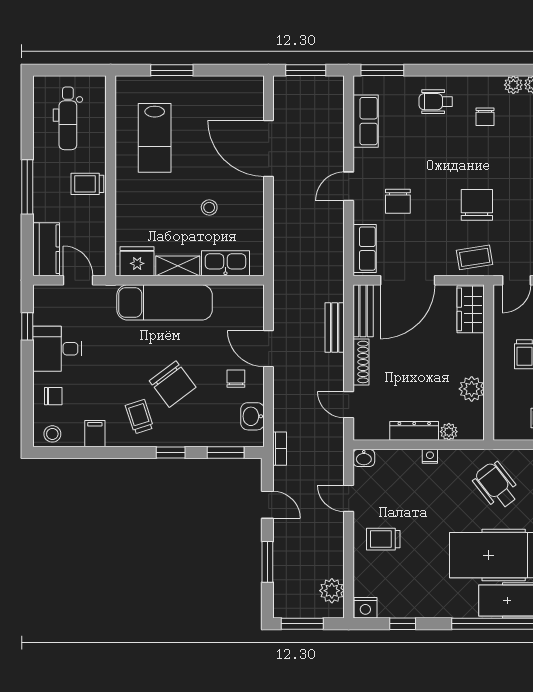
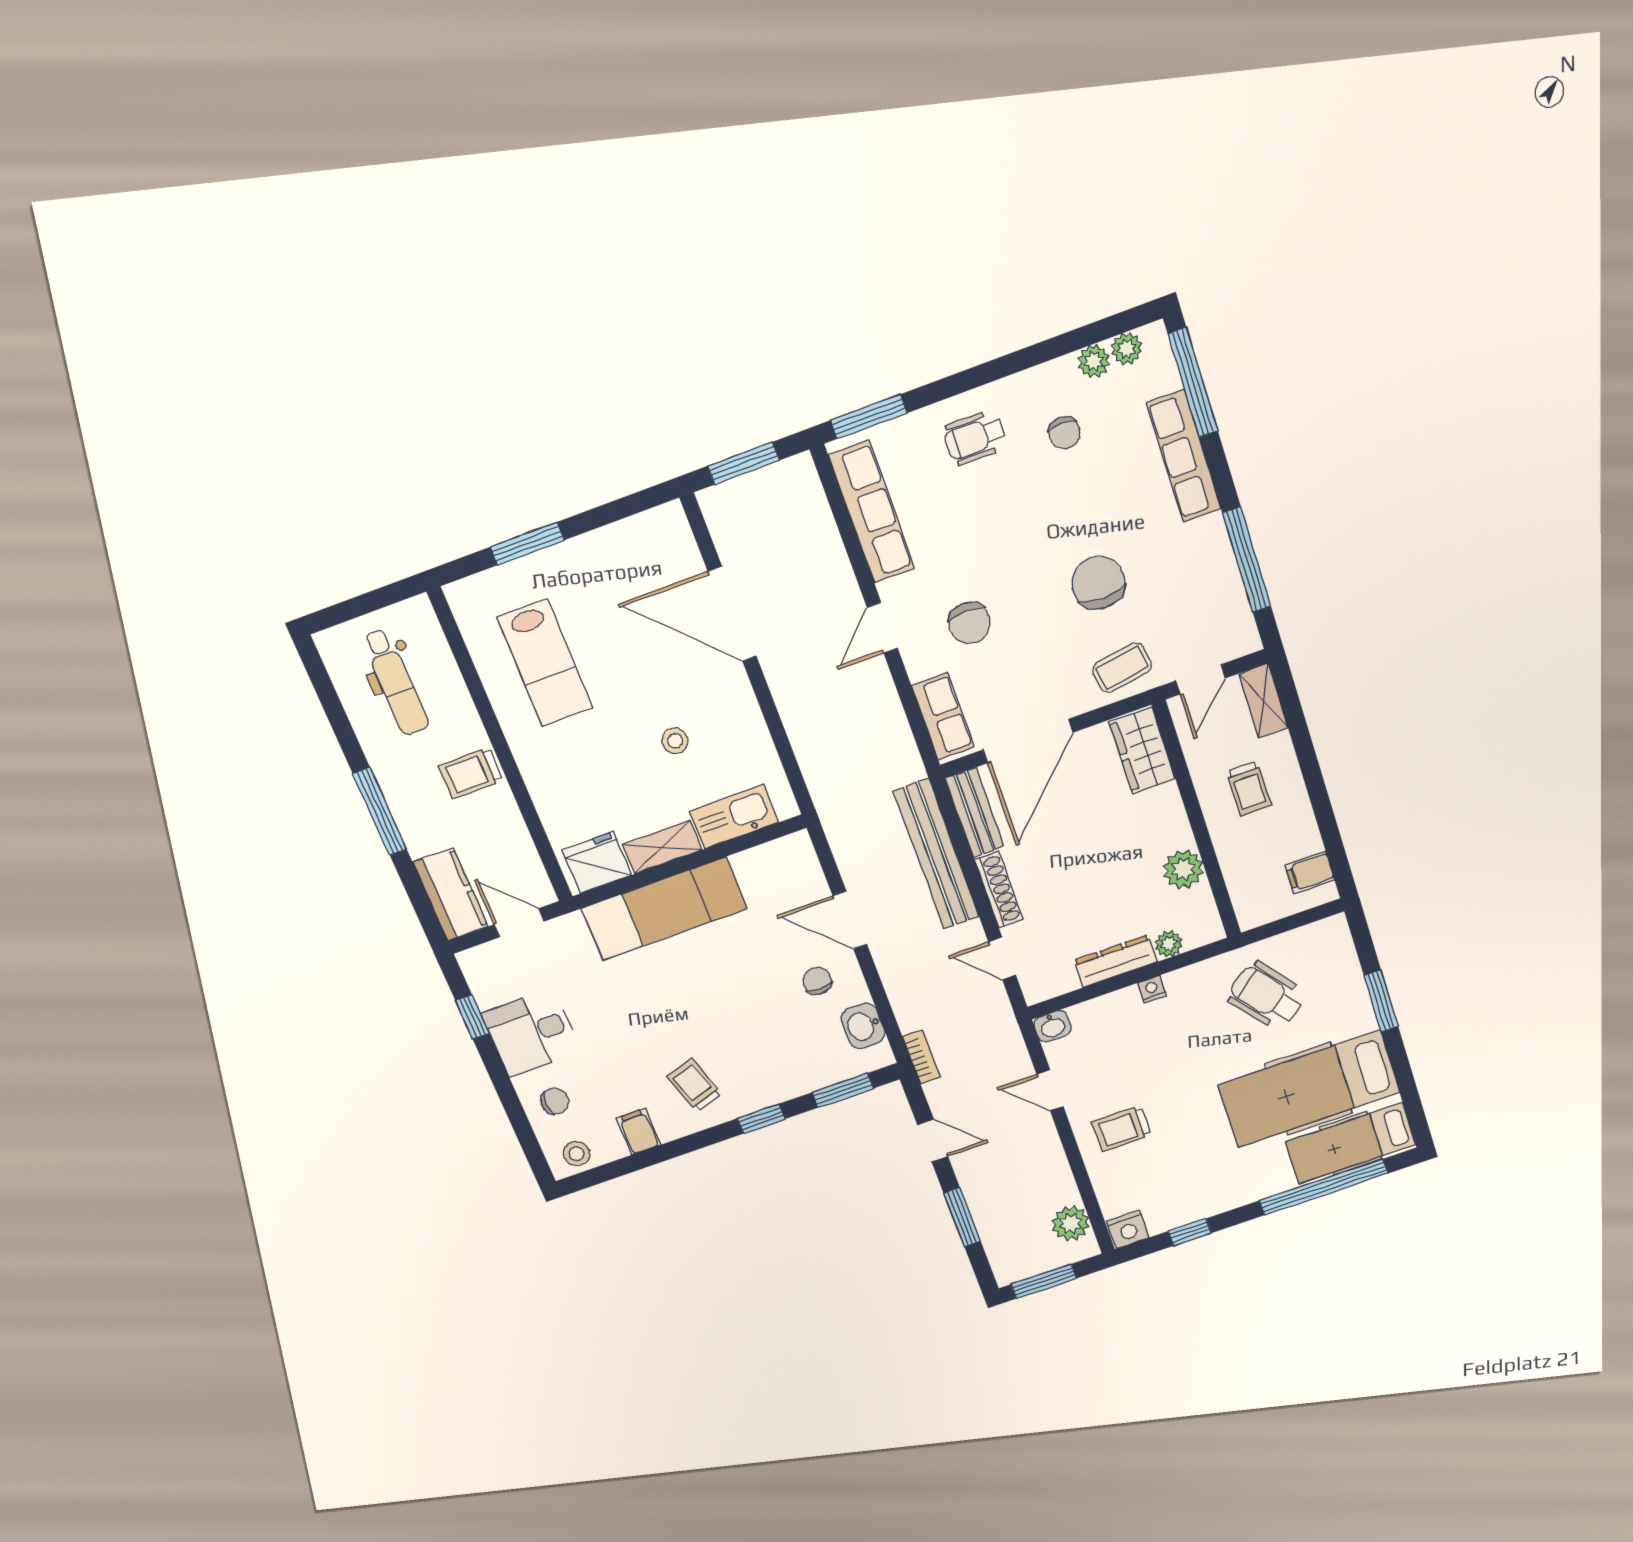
row of seats: (366, 121) -> (872, 512), width x1.48
bench: (335, 328) -> (937, 854), width x1.86, depth x1.21
chair: (173, 384) -> (725, 1022), removed

